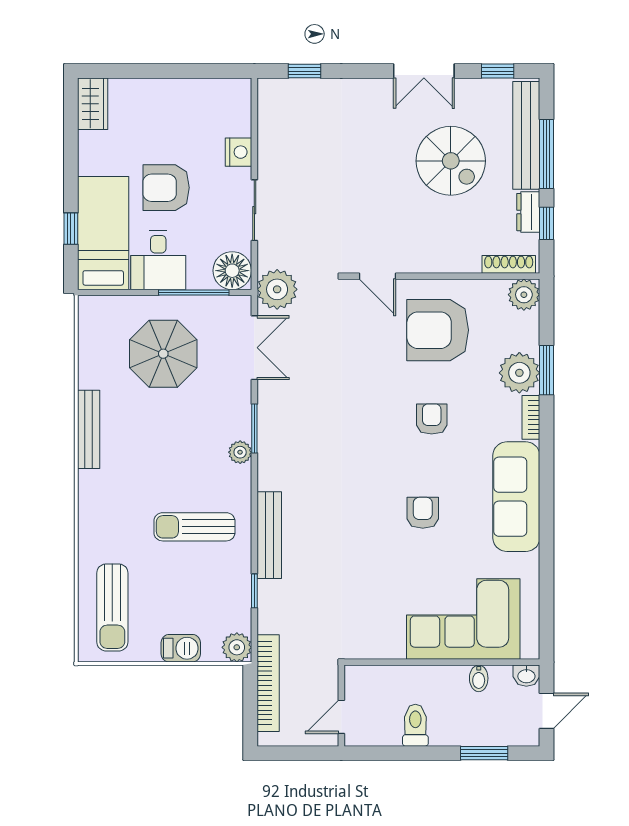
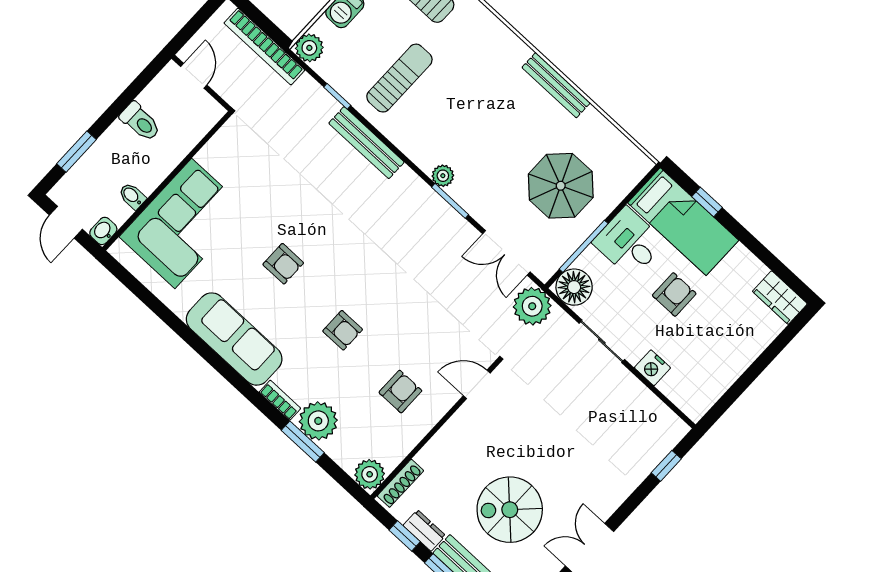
armchair: (166, 188) -> (674, 294), width x0.72, depth x0.72
armchair: (438, 330) -> (400, 392), width x0.53, depth x0.53
sun lounger: (194, 527) -> (399, 78), moved

